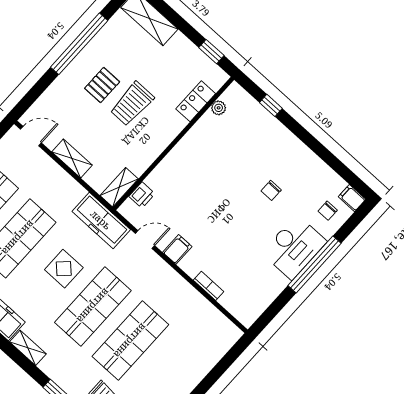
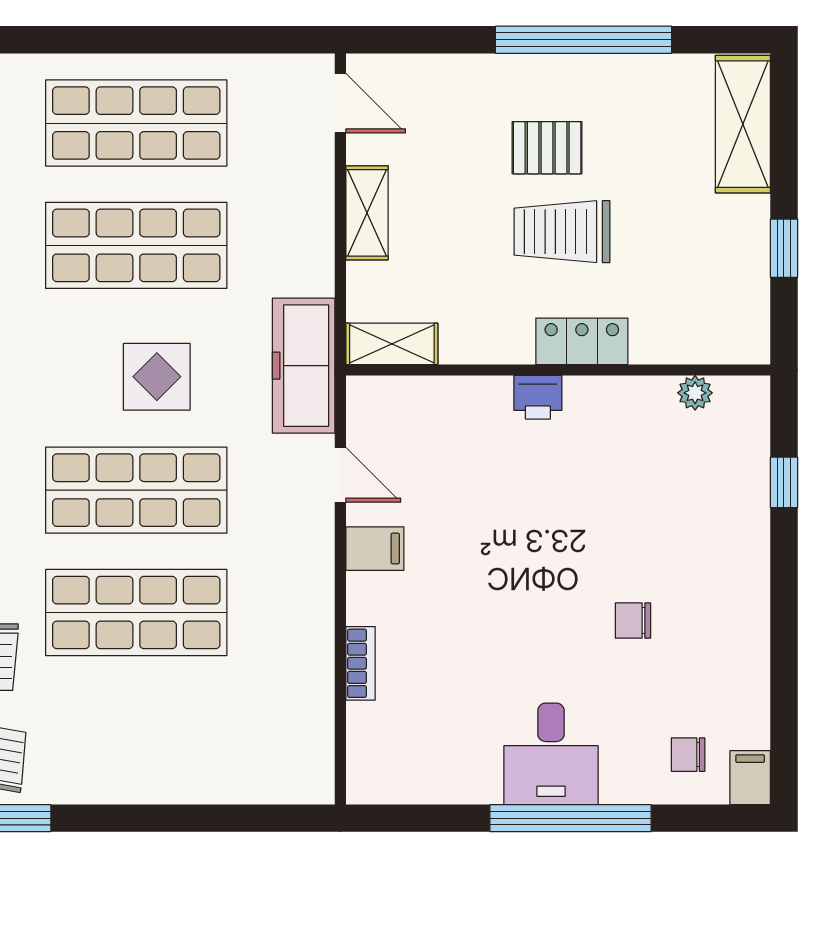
window: (211, 52) -> (784, 248), moved
locker: (196, 101) -> (582, 341), moved
printer: (142, 195) -> (538, 397), moved
desk: (294, 247) -> (551, 754), width x0.73

